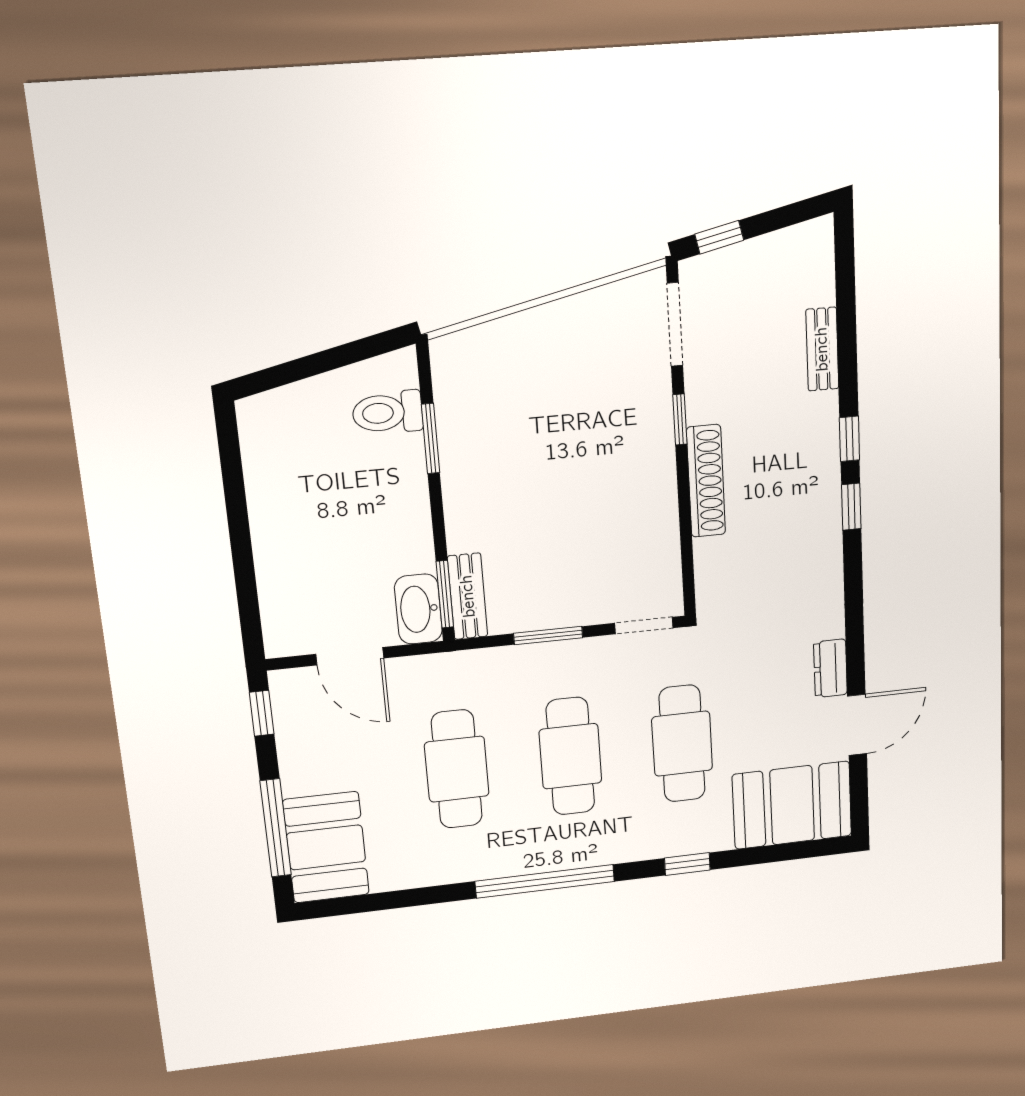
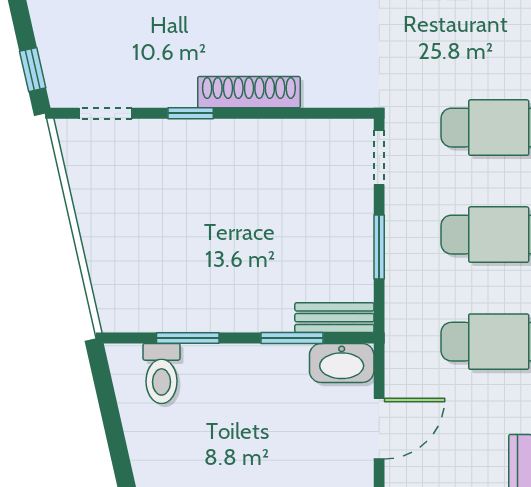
doorway: (675, 324) -> (106, 113), width x0.73
window: (445, 594) -> (292, 338), moved

